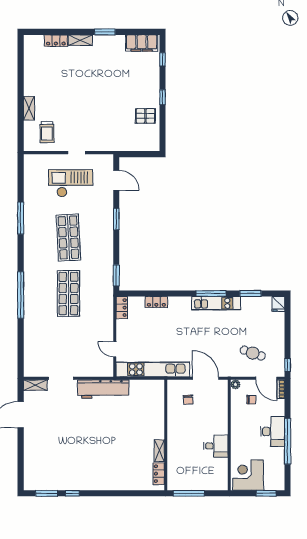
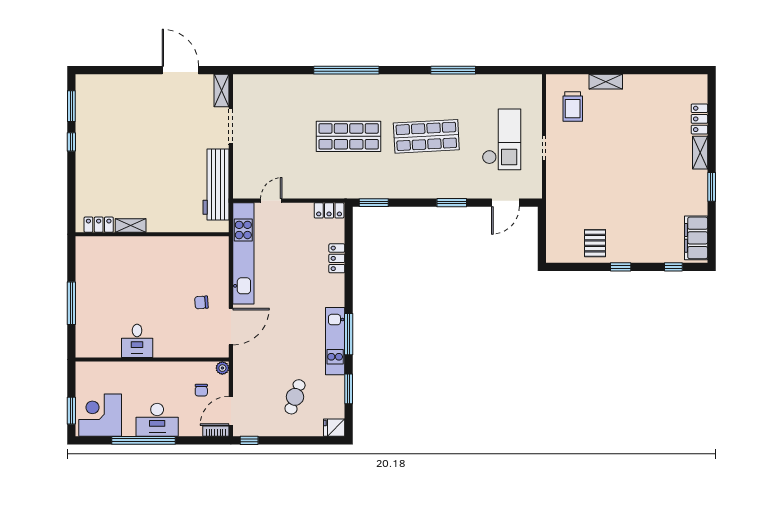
trolley: (47, 132) -> (573, 107), turned -90
cafe table: (253, 353) -> (295, 397), moved
wall: (166, 435) -> (152, 234), moved
shelving: (159, 451) -> (131, 226), moved
locker: (159, 474) -> (99, 225), moved
corner desk: (248, 475) -> (100, 415), moved, turned -90

